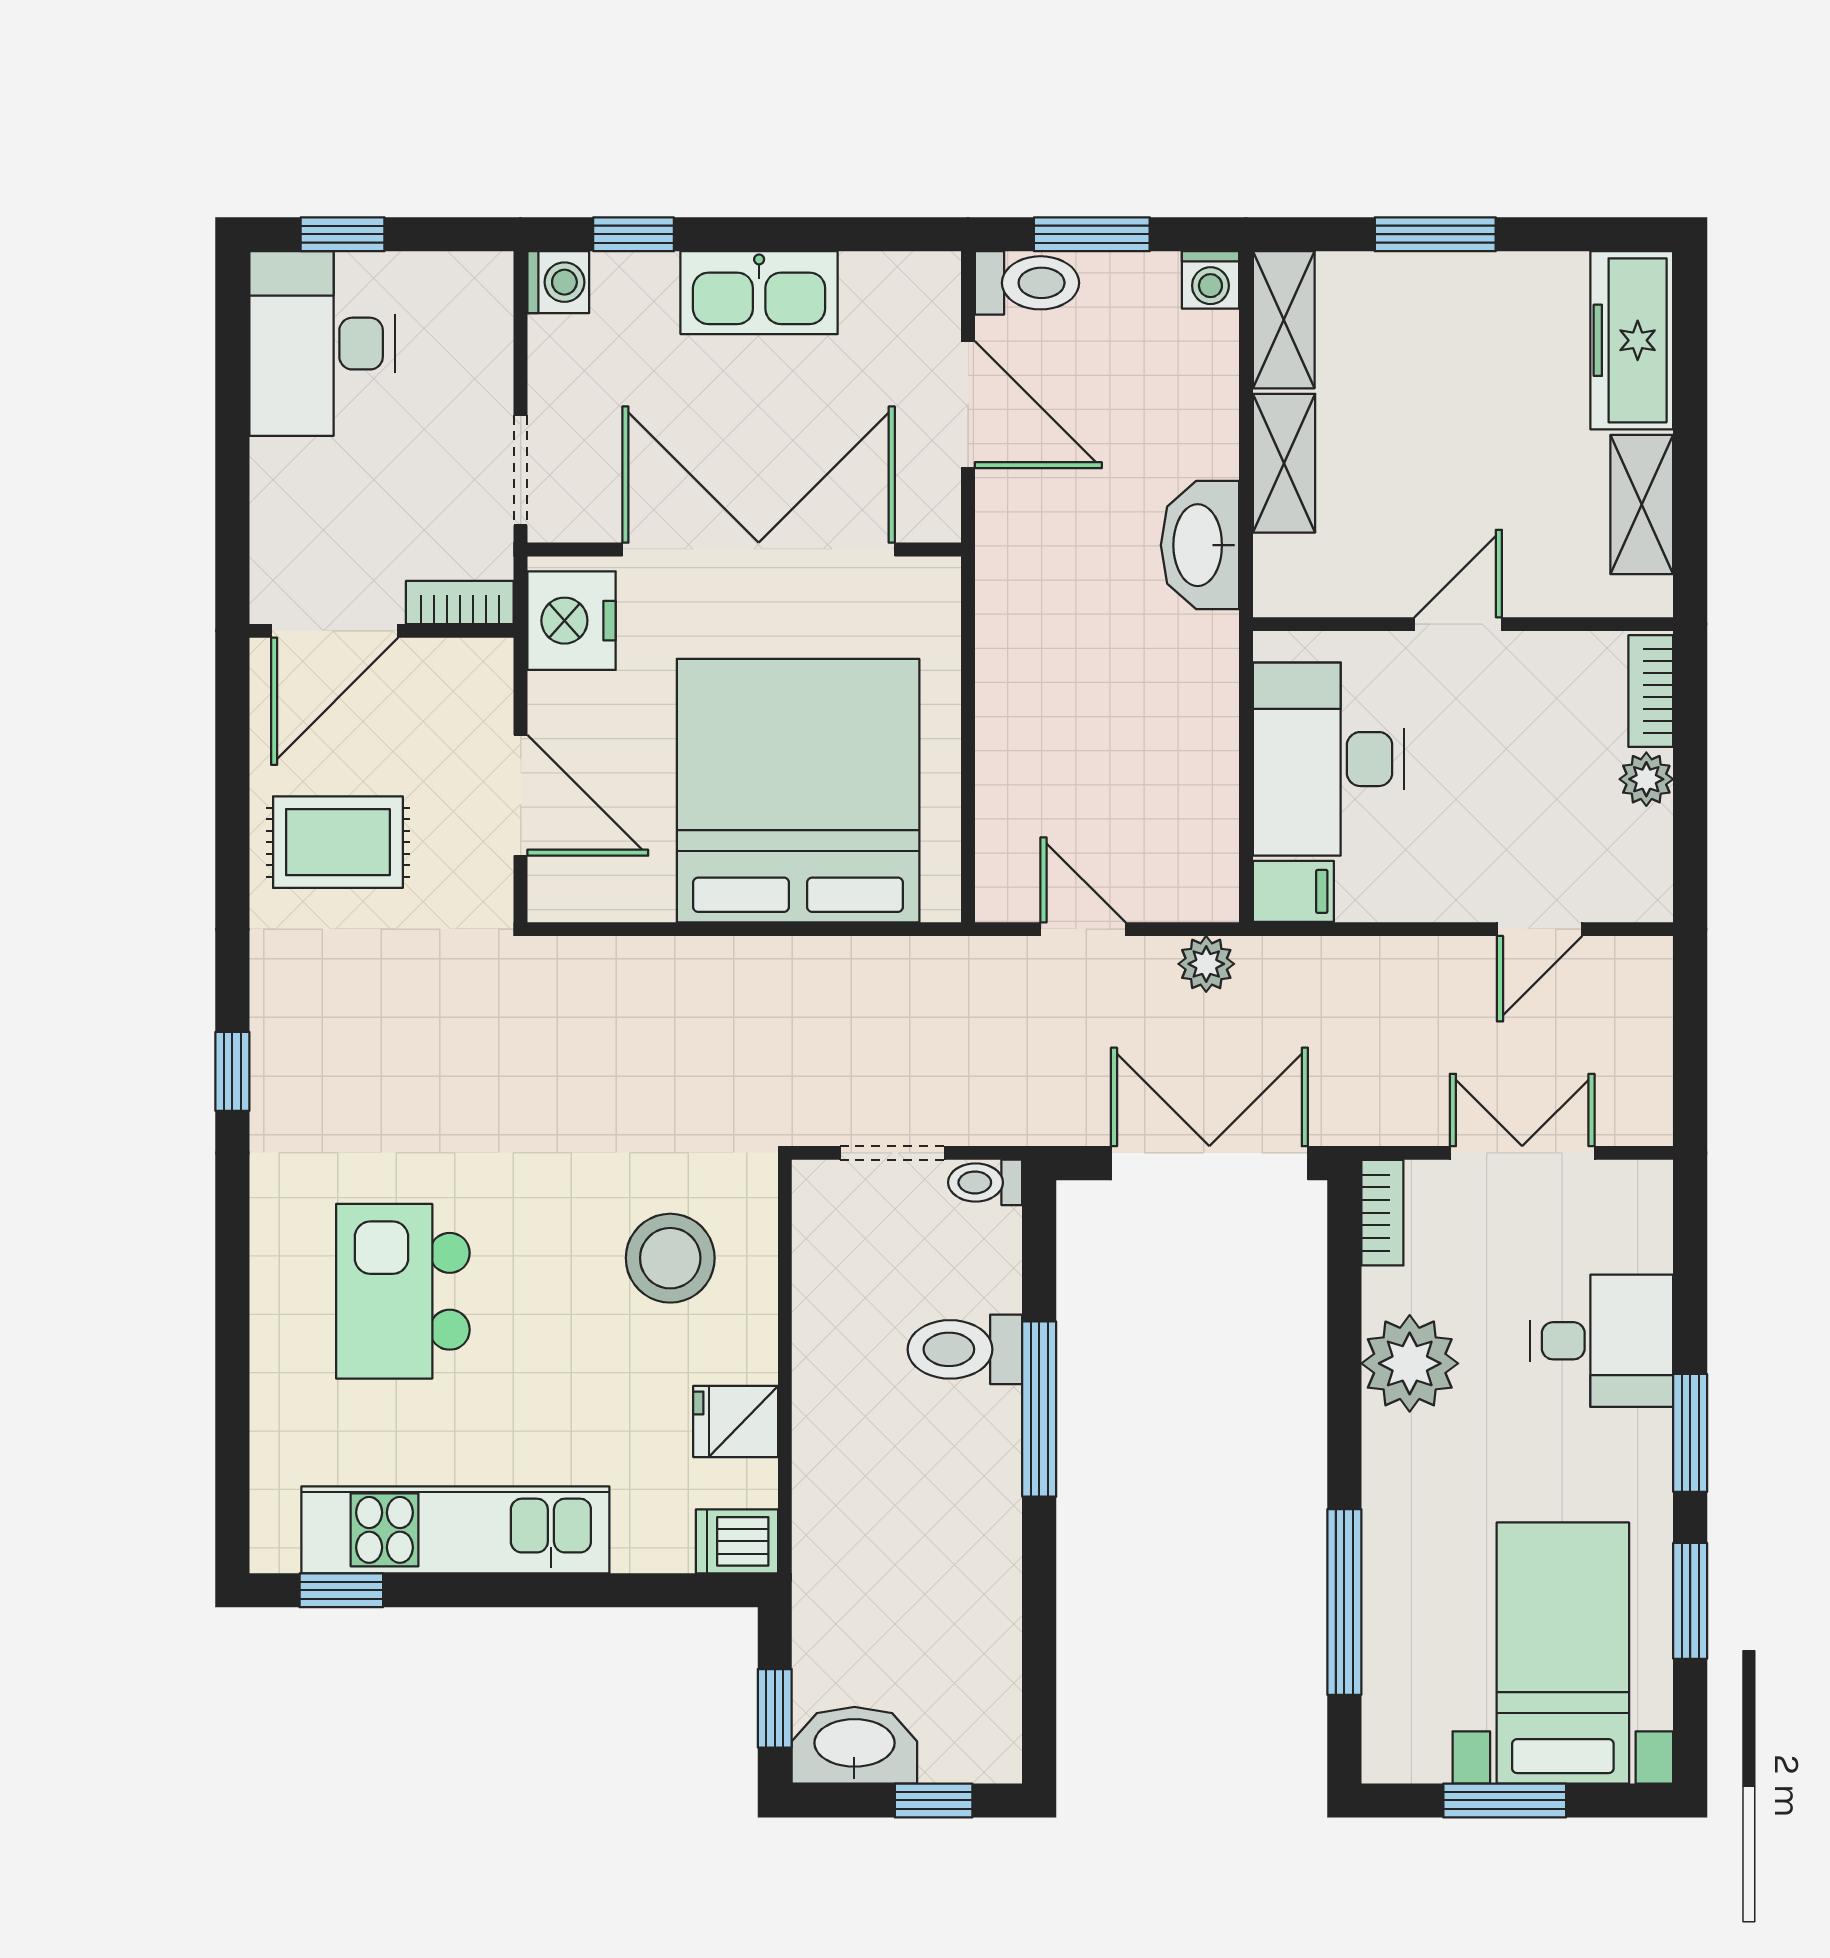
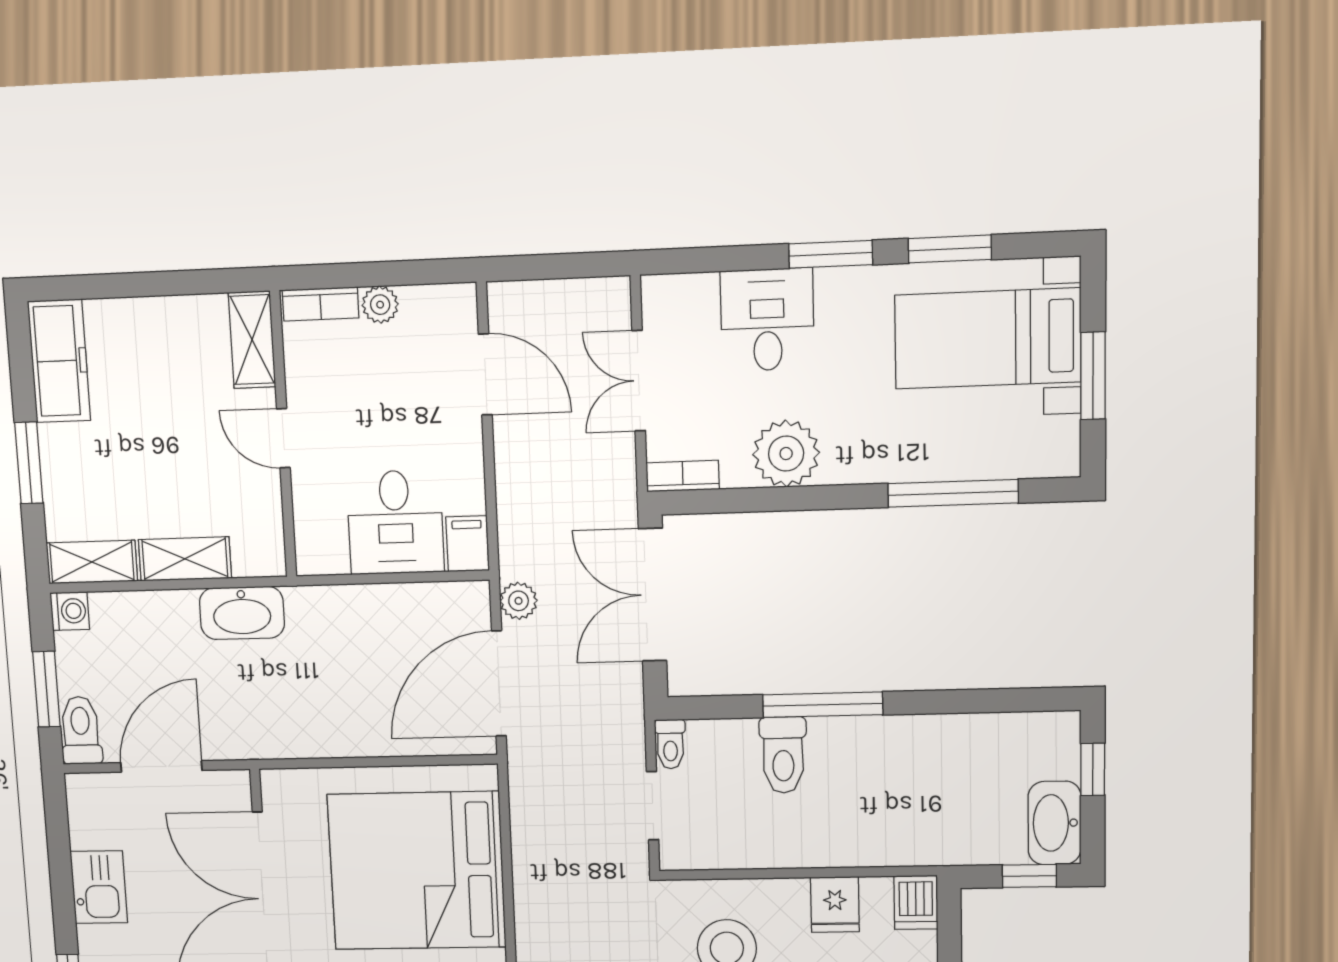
kitchen sink: (759, 293) -> (99, 887), width x0.73
freezer: (1632, 340) -> (59, 361), moved, turned -90
shelving: (1642, 505) -> (252, 340), moved, turned 90
desk: (1329, 759) -> (395, 522), width x0.73
door: (1083, 929) -> (499, 683), width x1.87
door: (1540, 929) -> (485, 374), width x1.38

